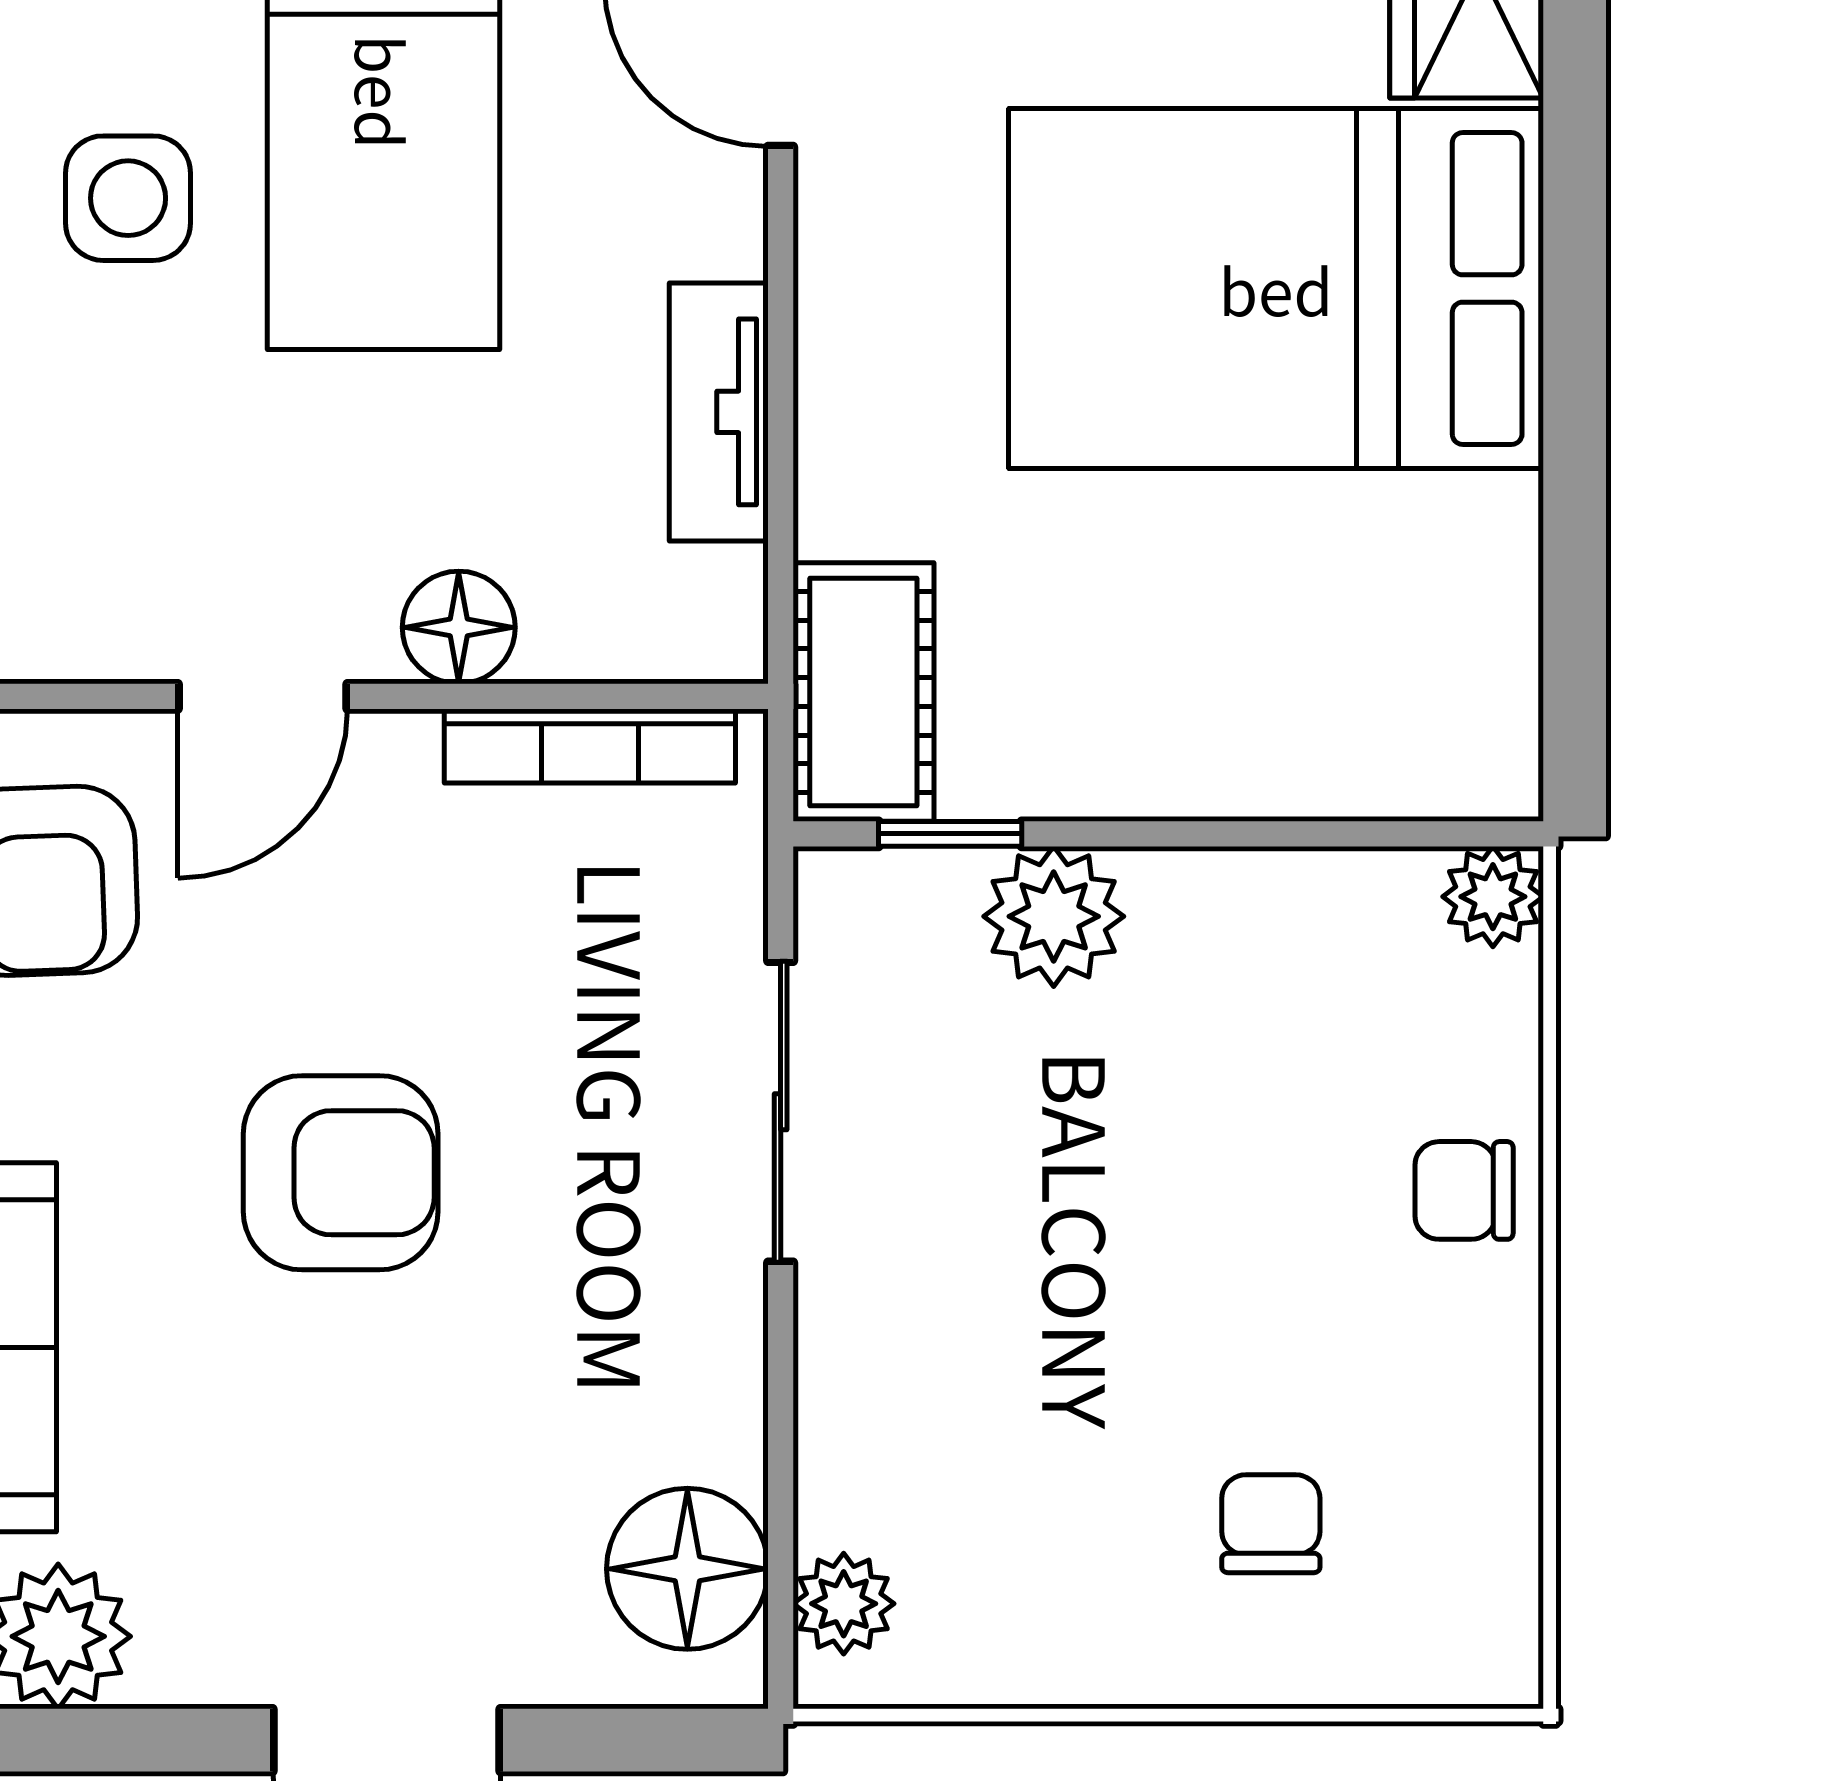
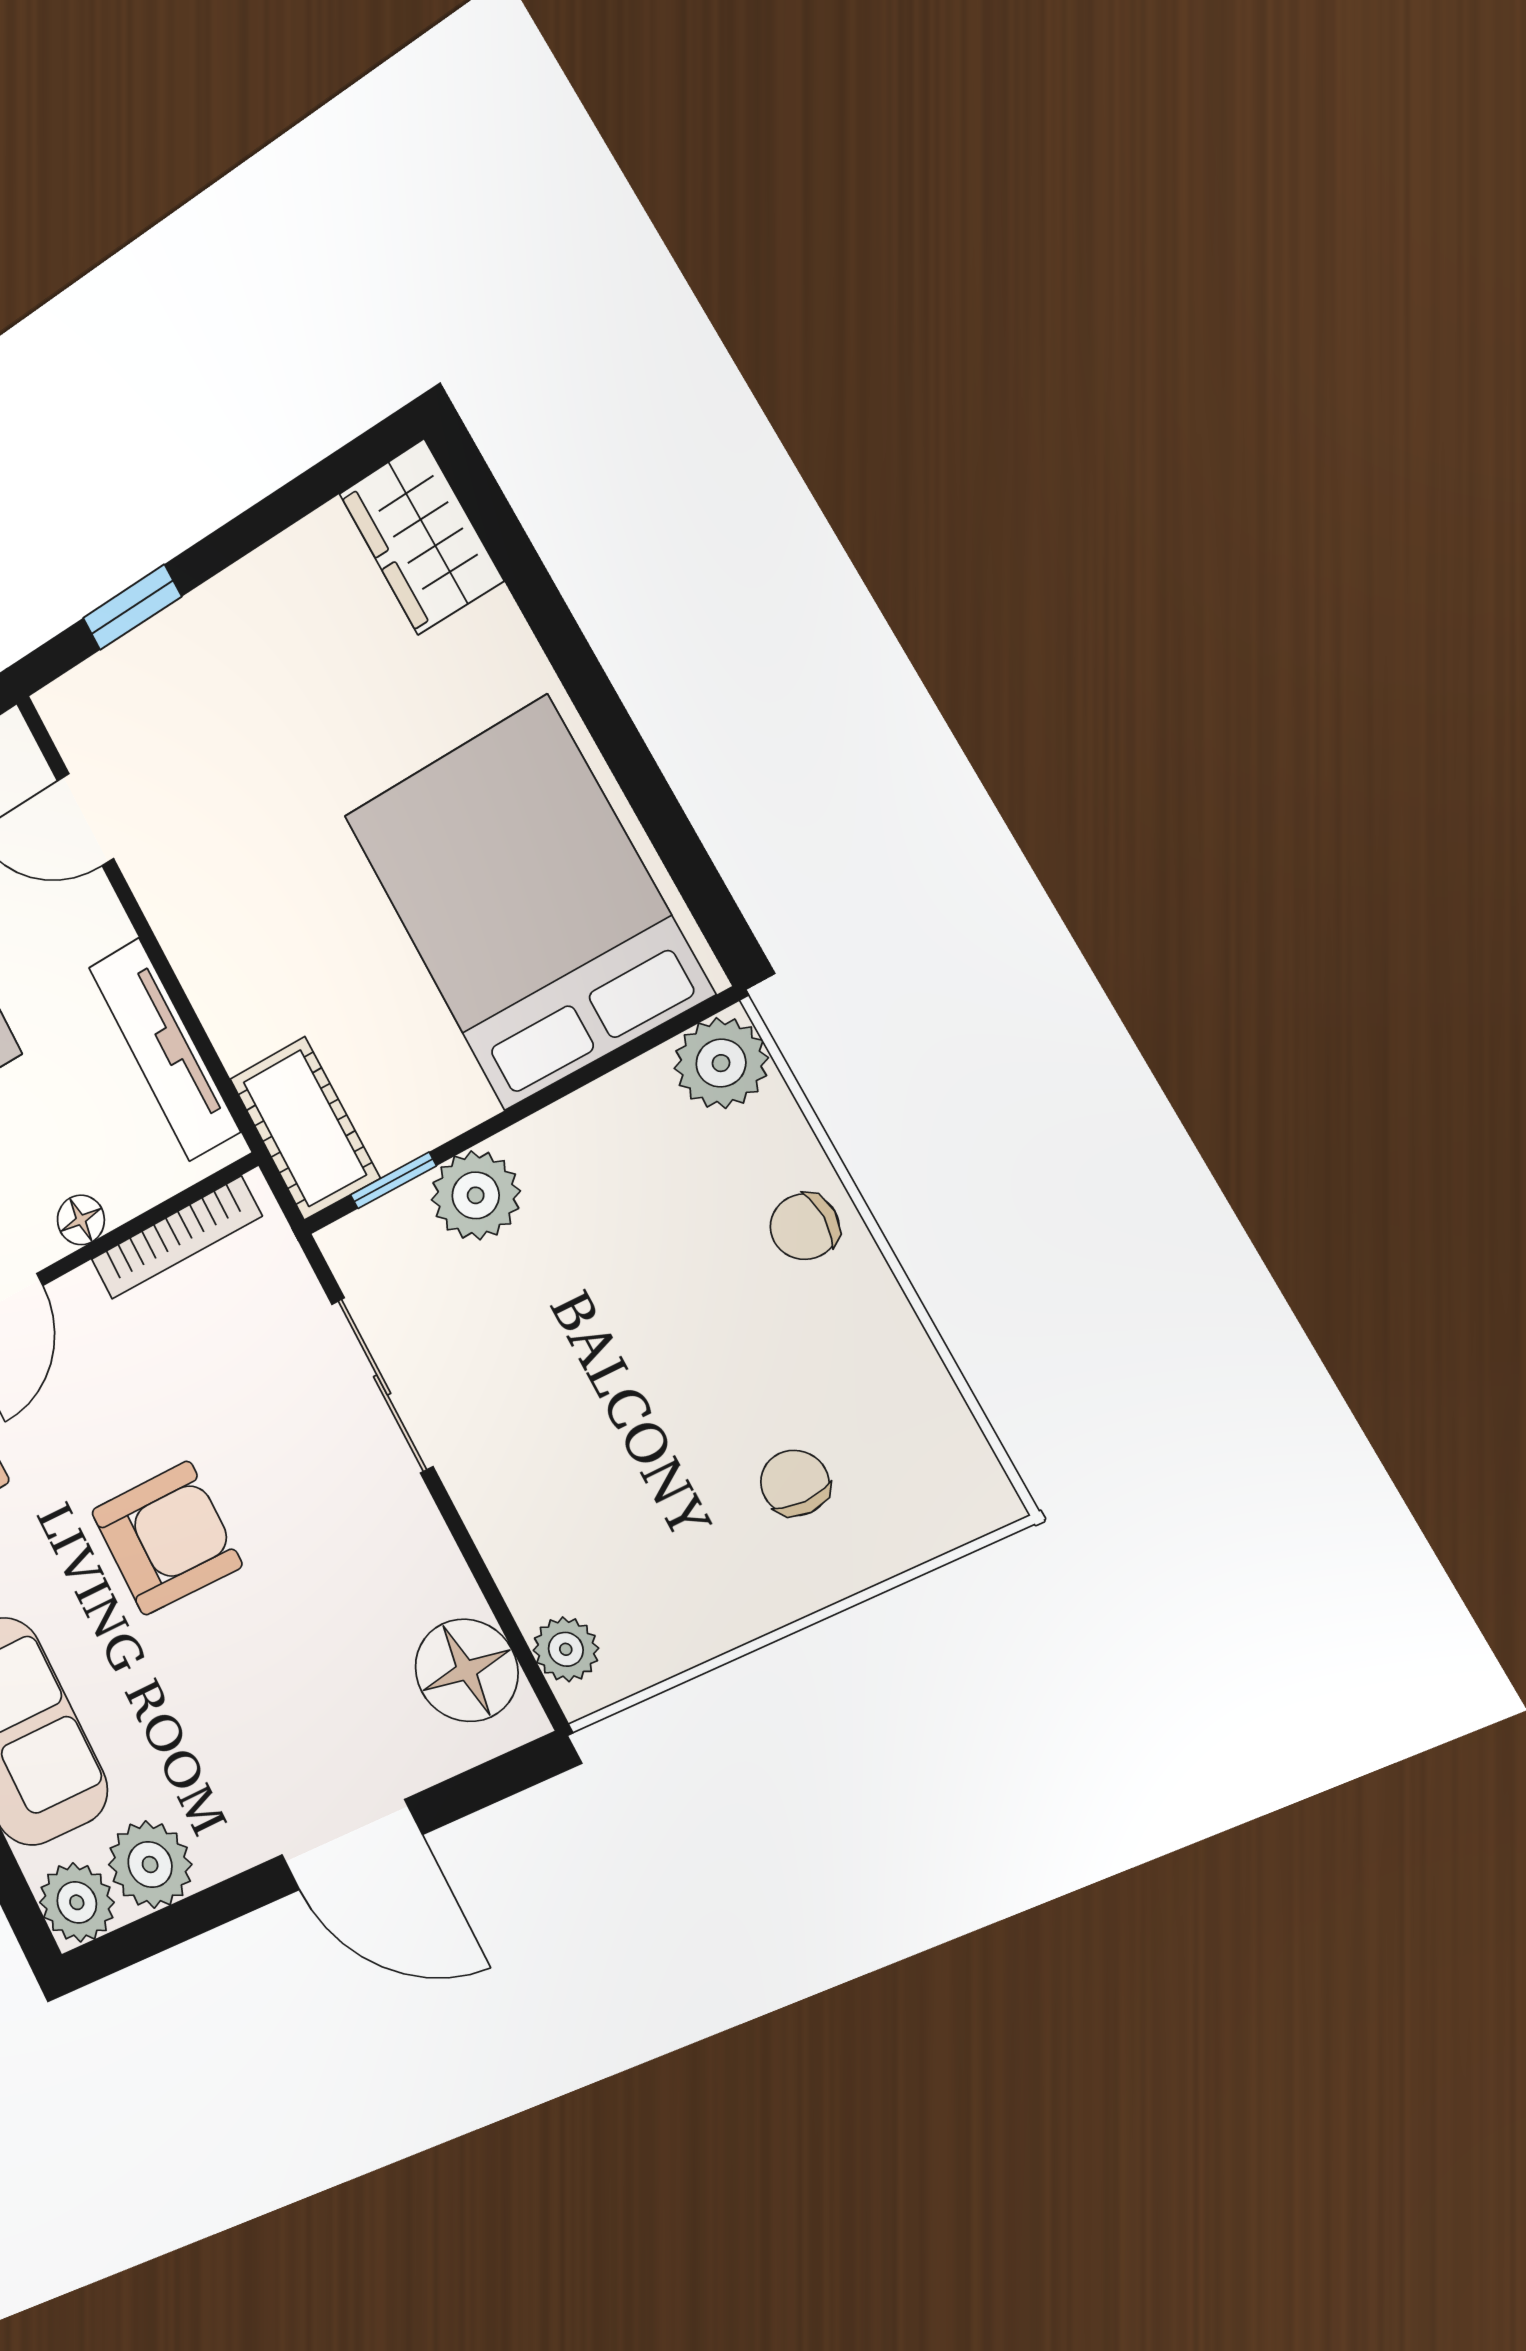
bed: (1276, 288) -> (526, 903), moved, turned 90
tv unit: (719, 412) -> (164, 1049), width x1.41
floor lamp: (459, 627) -> (81, 1220), width x0.73, depth x0.73
plant: (1493, 897) -> (721, 1063), width x1.38, depth x1.38

